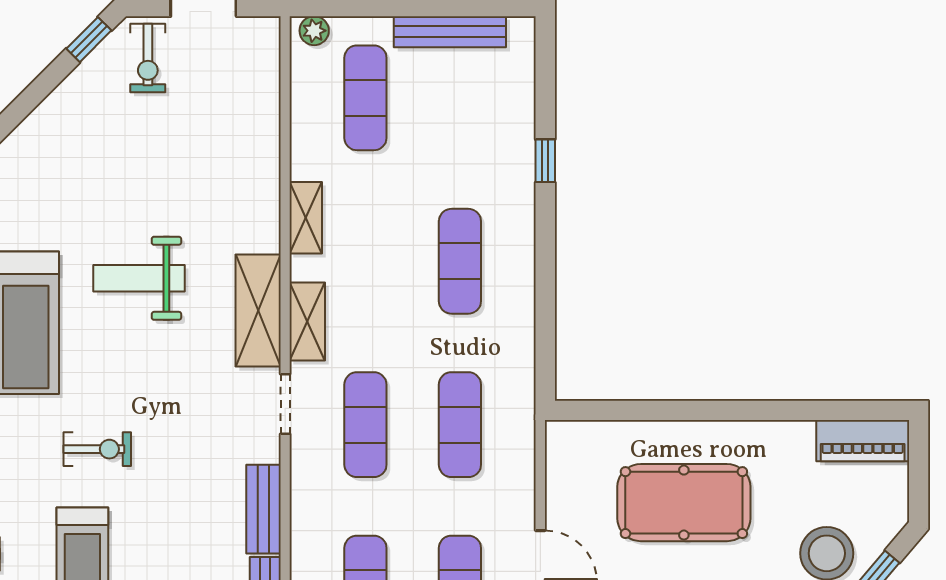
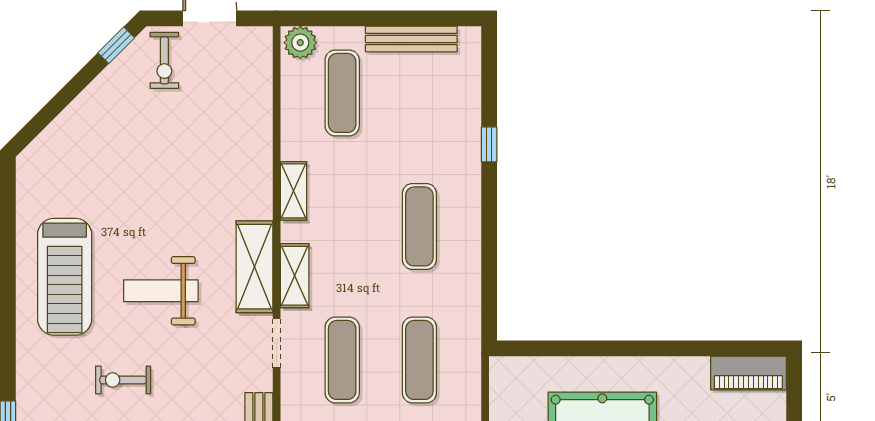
plant: (314, 31) -> (300, 43), width x1.38, depth x1.38
weight bench: (139, 278) -> (161, 291), moved
exercise bike: (97, 449) -> (123, 380), turned 180

